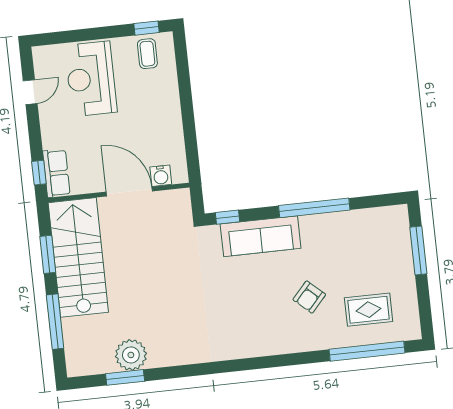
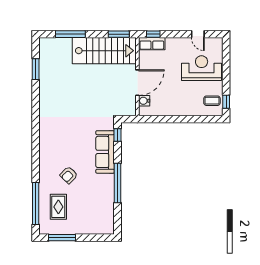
window: (418, 250) -> (62, 238), moved
window: (48, 254) -> (119, 34), moved
armchair: (309, 297) -> (69, 175), turned -87
plant: (131, 355) -> (48, 74), removed

